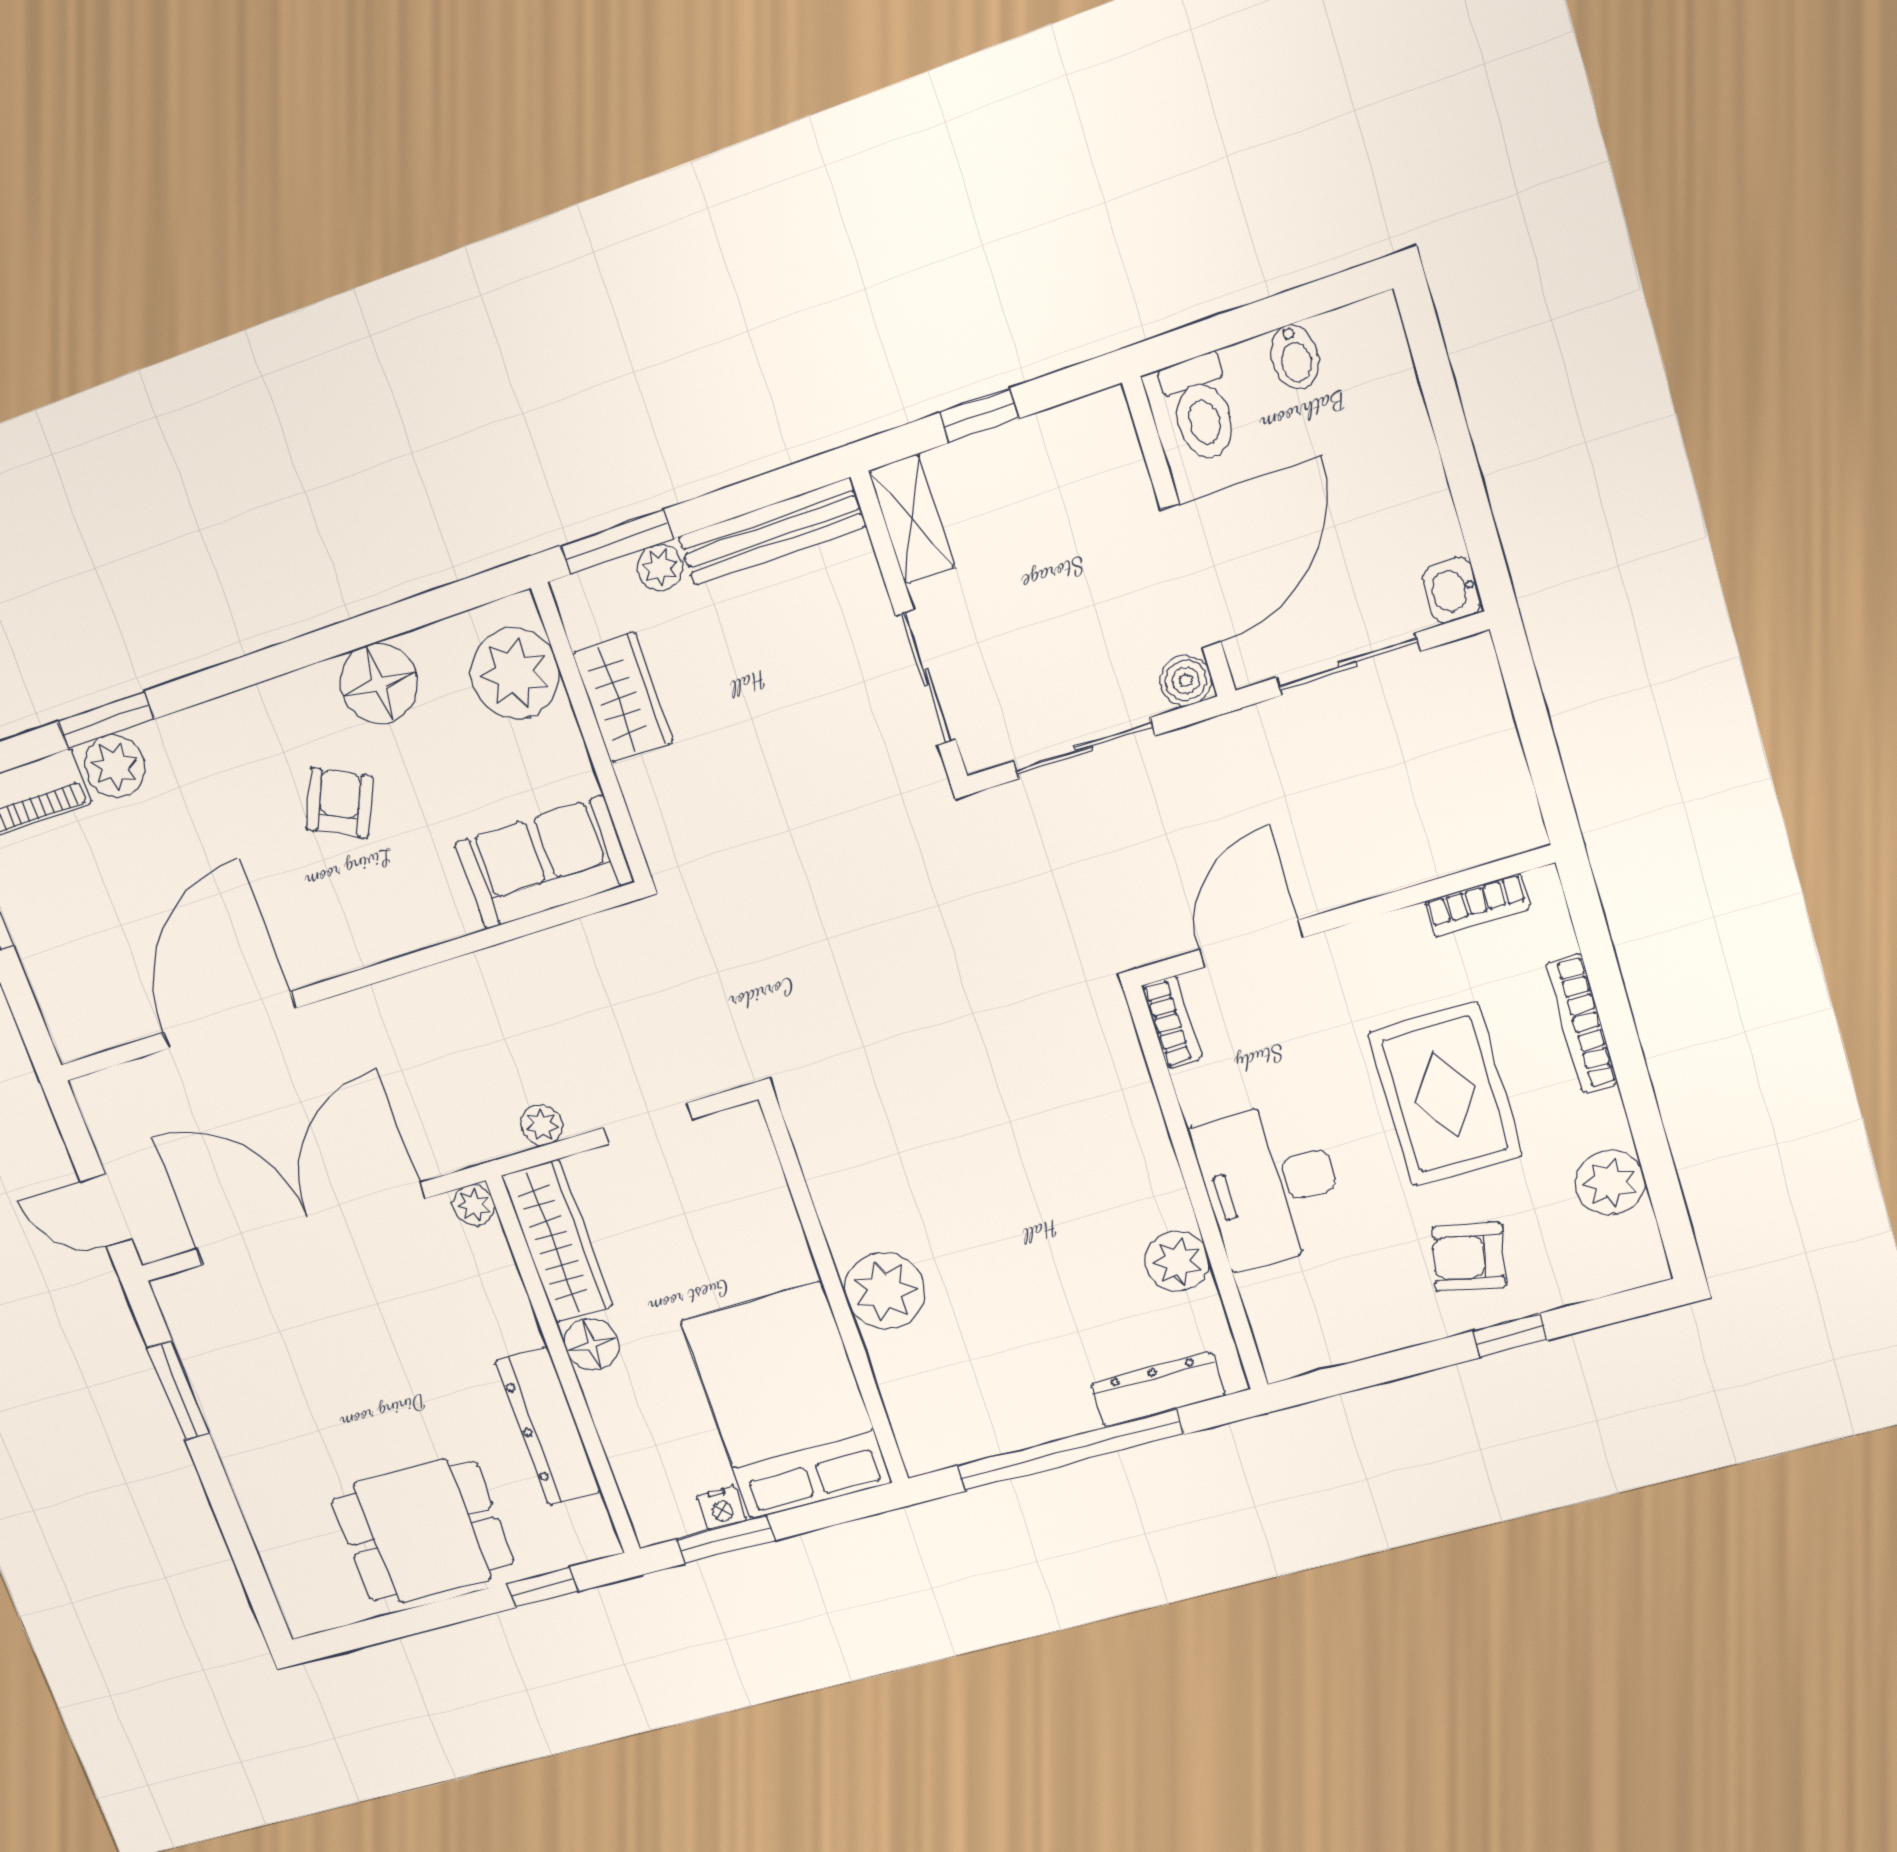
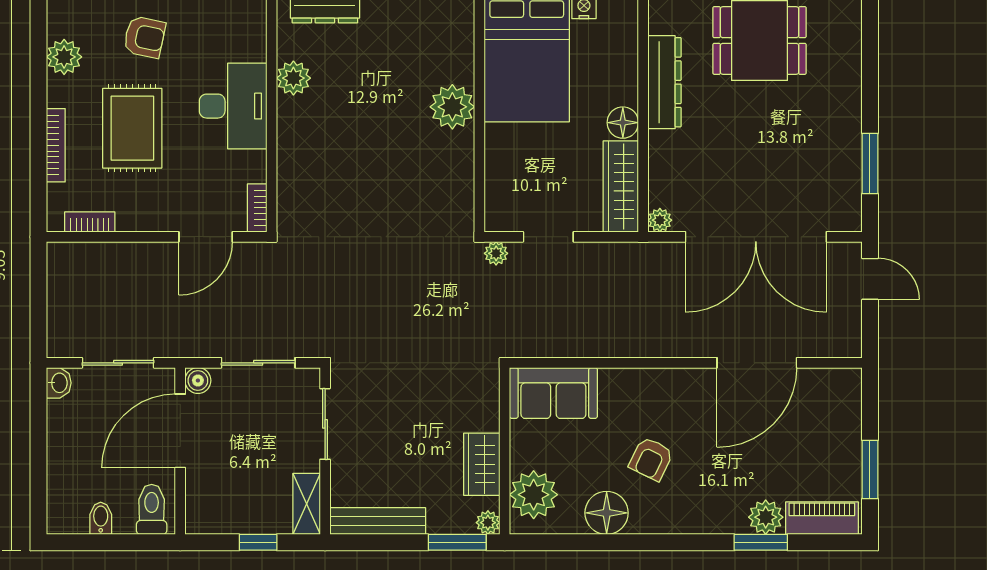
plant: (660, 567) -> (488, 523), moved
plant: (542, 1125) -> (496, 253), moved

